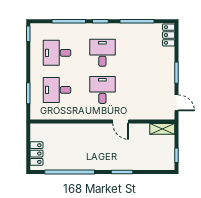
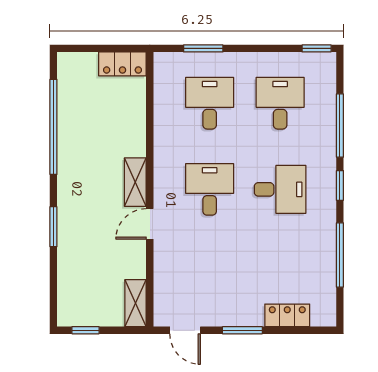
locker: (169, 35) -> (287, 315), moved
desk: (102, 90) -> (210, 189), turned -90
door: (177, 103) -> (185, 330), hinge flipped
shelving: (99, 129) -> (135, 182), added
locker: (36, 154) -> (122, 64), moved

